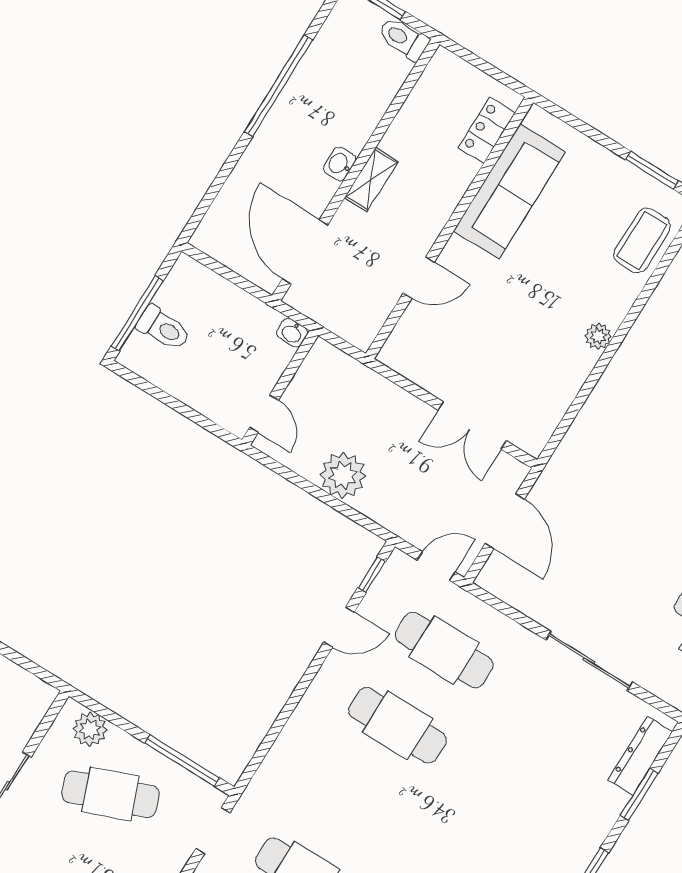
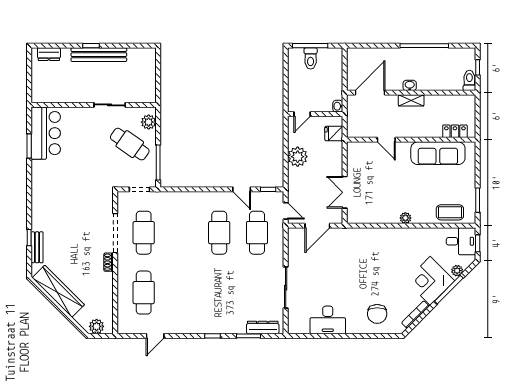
fridge: (342, 375) -> (334, 134), added
cafe table: (111, 794) -> (130, 144), turned -34

